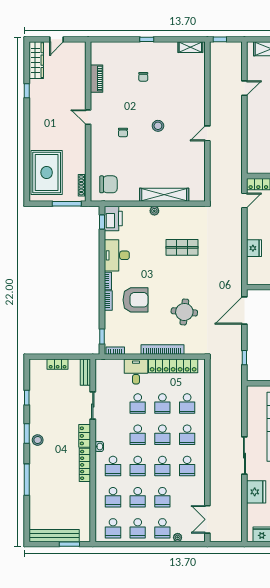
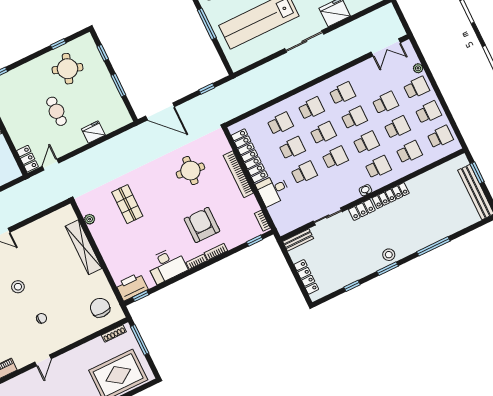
door: (244, 200) -> (50, 165), hinge flipped
plant: (154, 211) -> (90, 219), moved
locker: (58, 364) -> (306, 277), width x1.53

